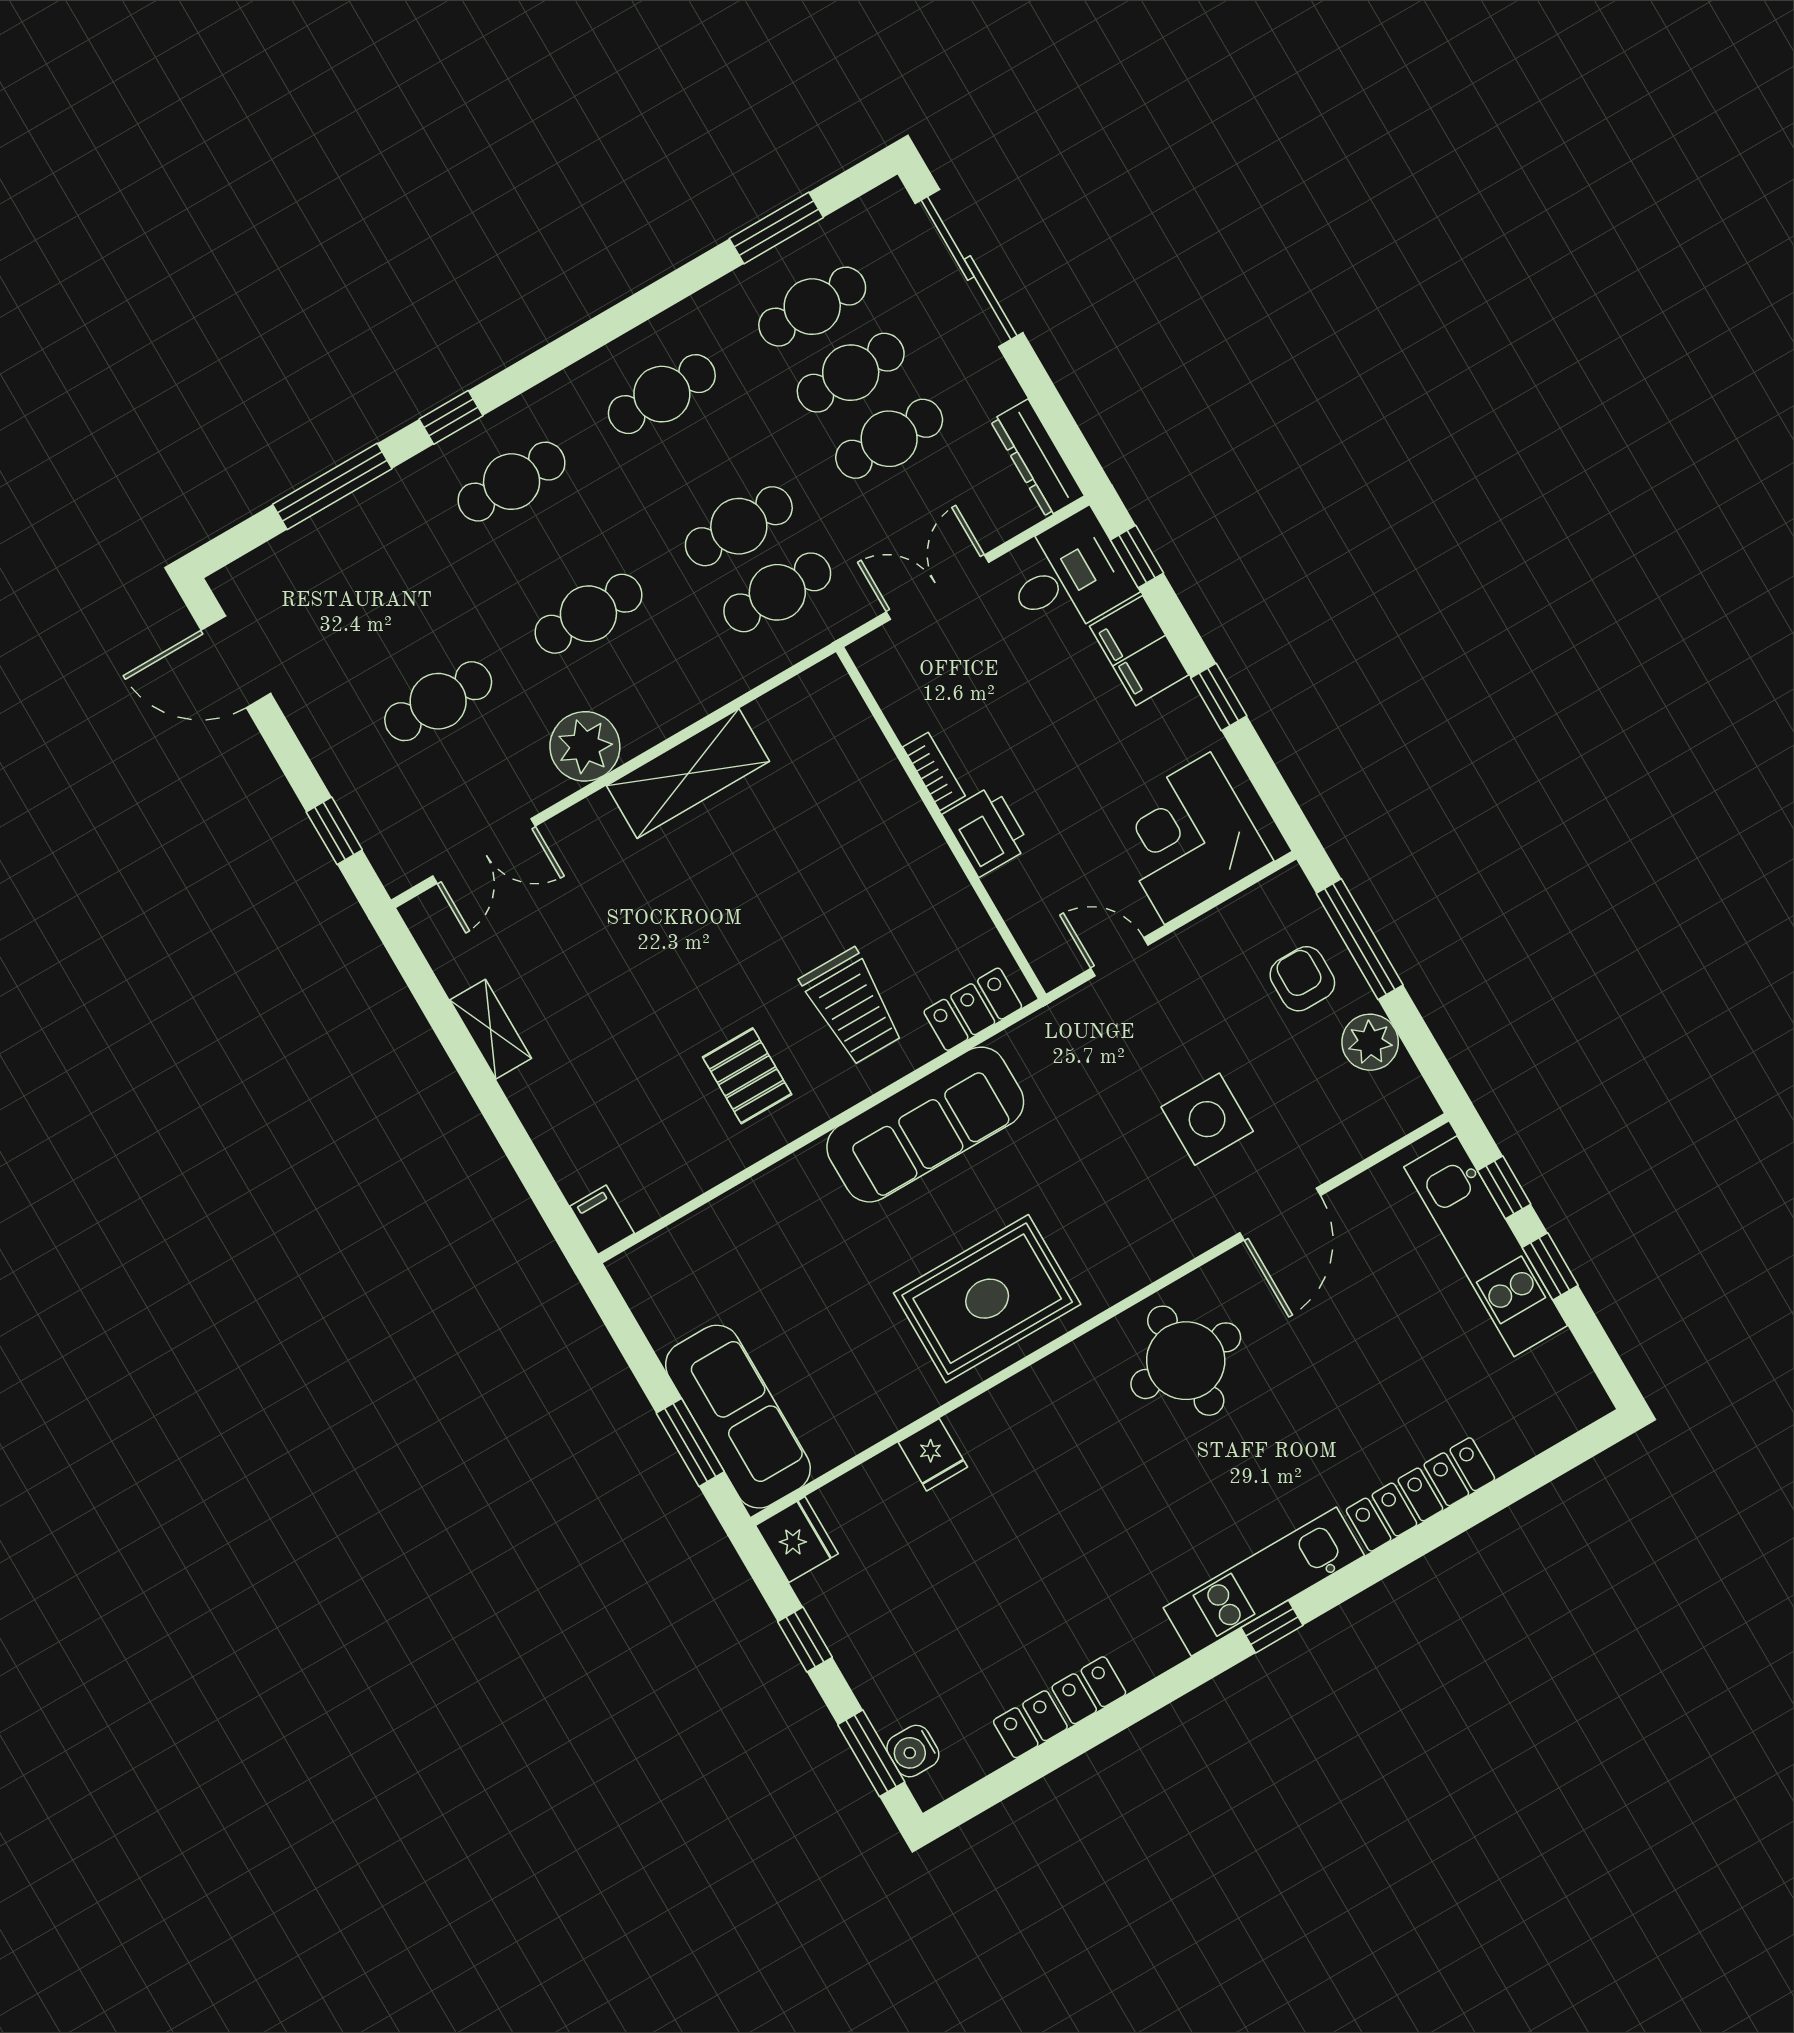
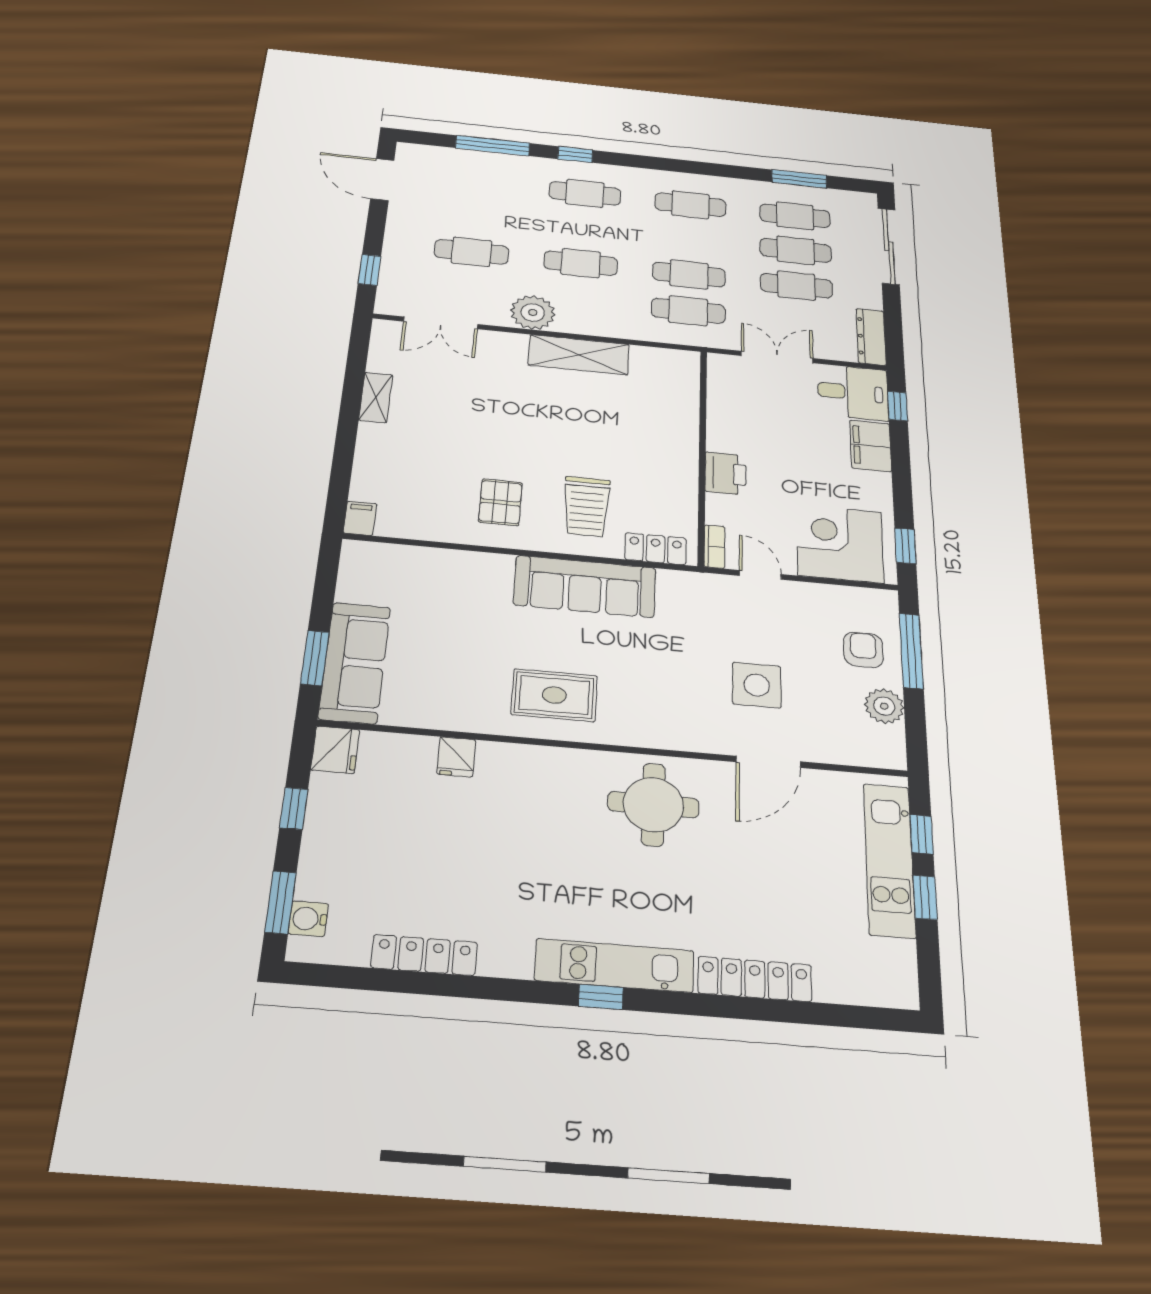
window: (1219, 697) -> (905, 546), moved
bookcase: (934, 771) -> (714, 547), moved
rug: (987, 1299) -> (554, 695), width x0.73, depth x0.70

